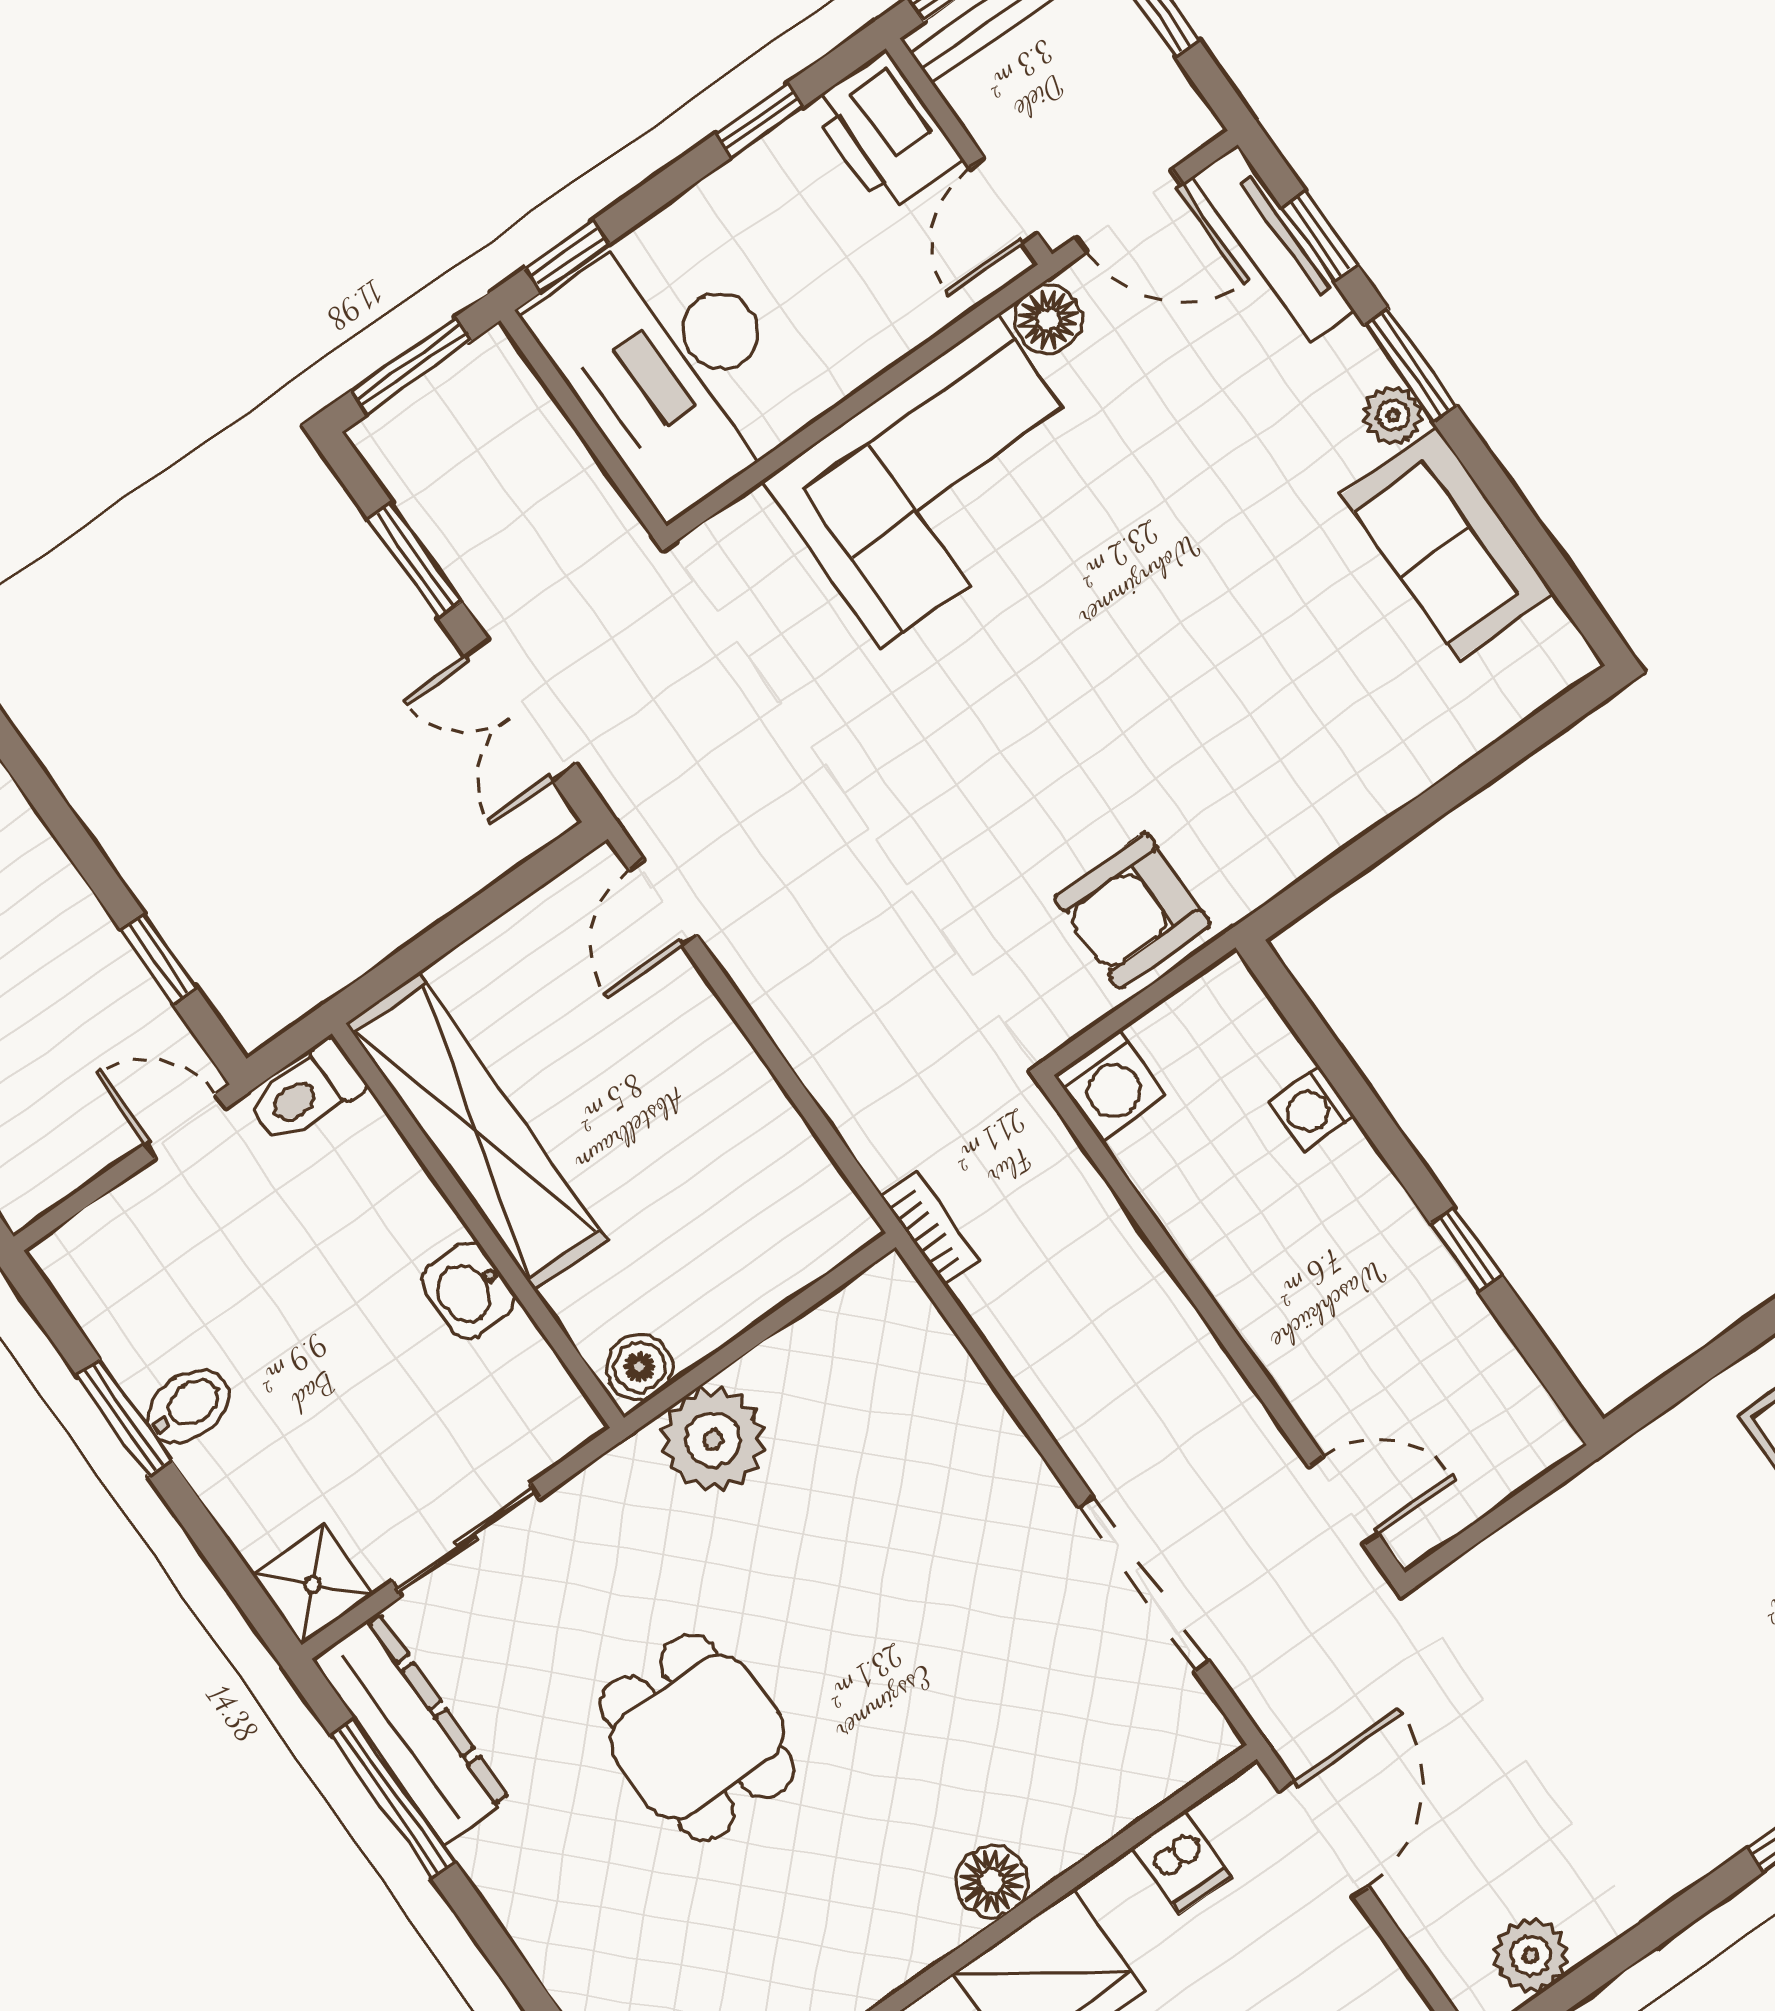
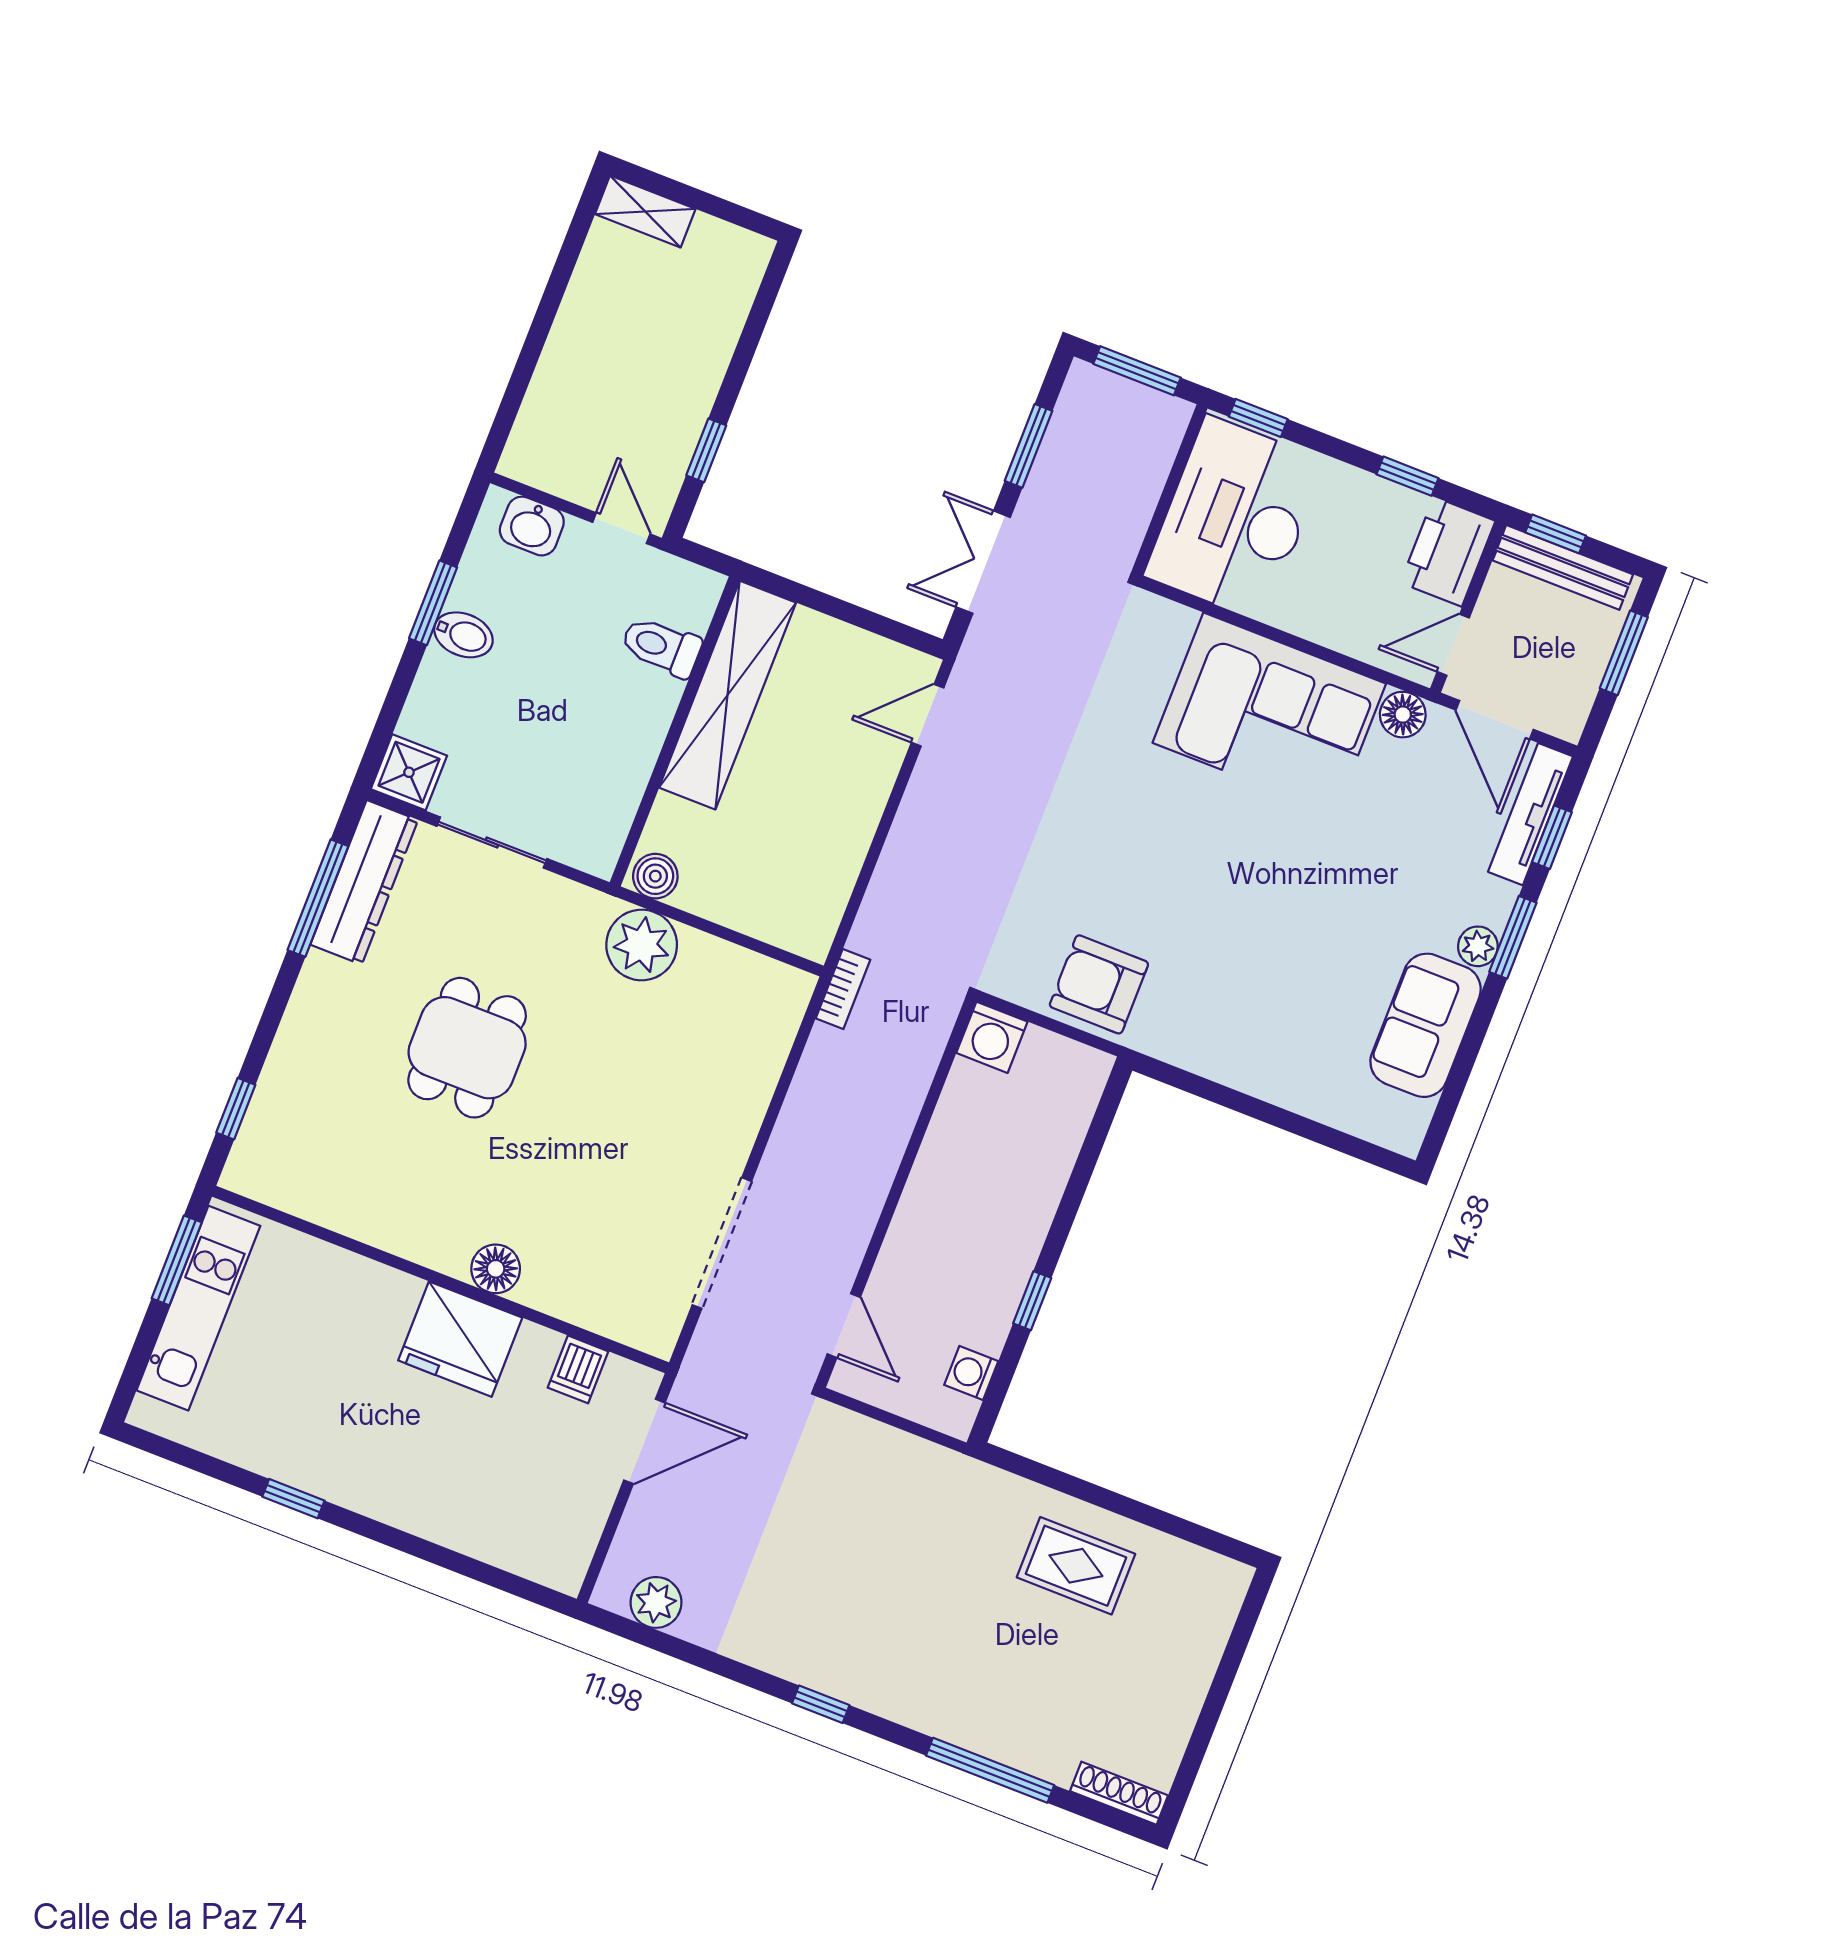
toilet: (306, 1093) -> (661, 647), moved
washing machine: (1312, 1109) -> (971, 1373), moved
washbasin: (469, 1290) -> (532, 526), moved, turned -90

